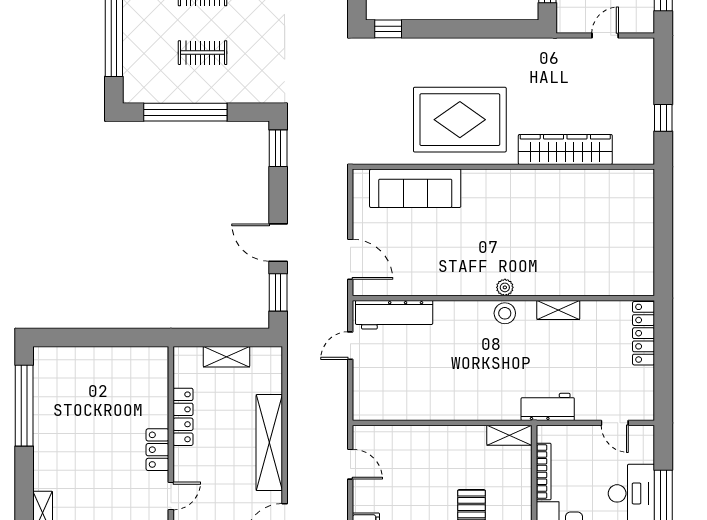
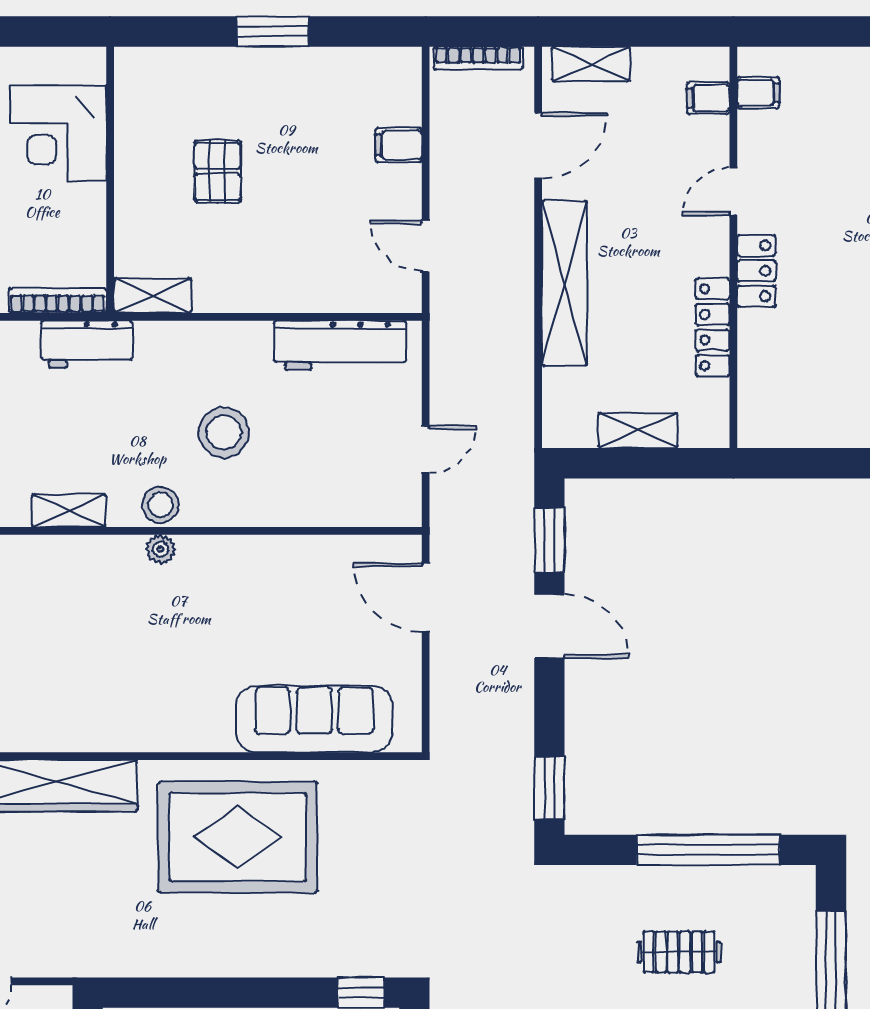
workbench: (394, 315) -> (340, 345), moved, turned 180
stool: (468, 355) -> (224, 432), added
bookcase: (544, 471) -> (58, 301), moved, turned 90

